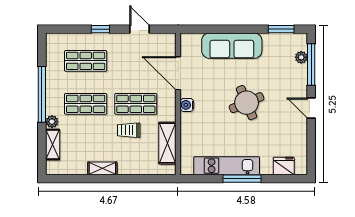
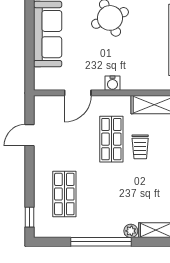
window: (100, 29) -> (30, 217), moved
door: (178, 73) -> (78, 93), width x0.73
shop shelf: (86, 104) -> (111, 194), removed

